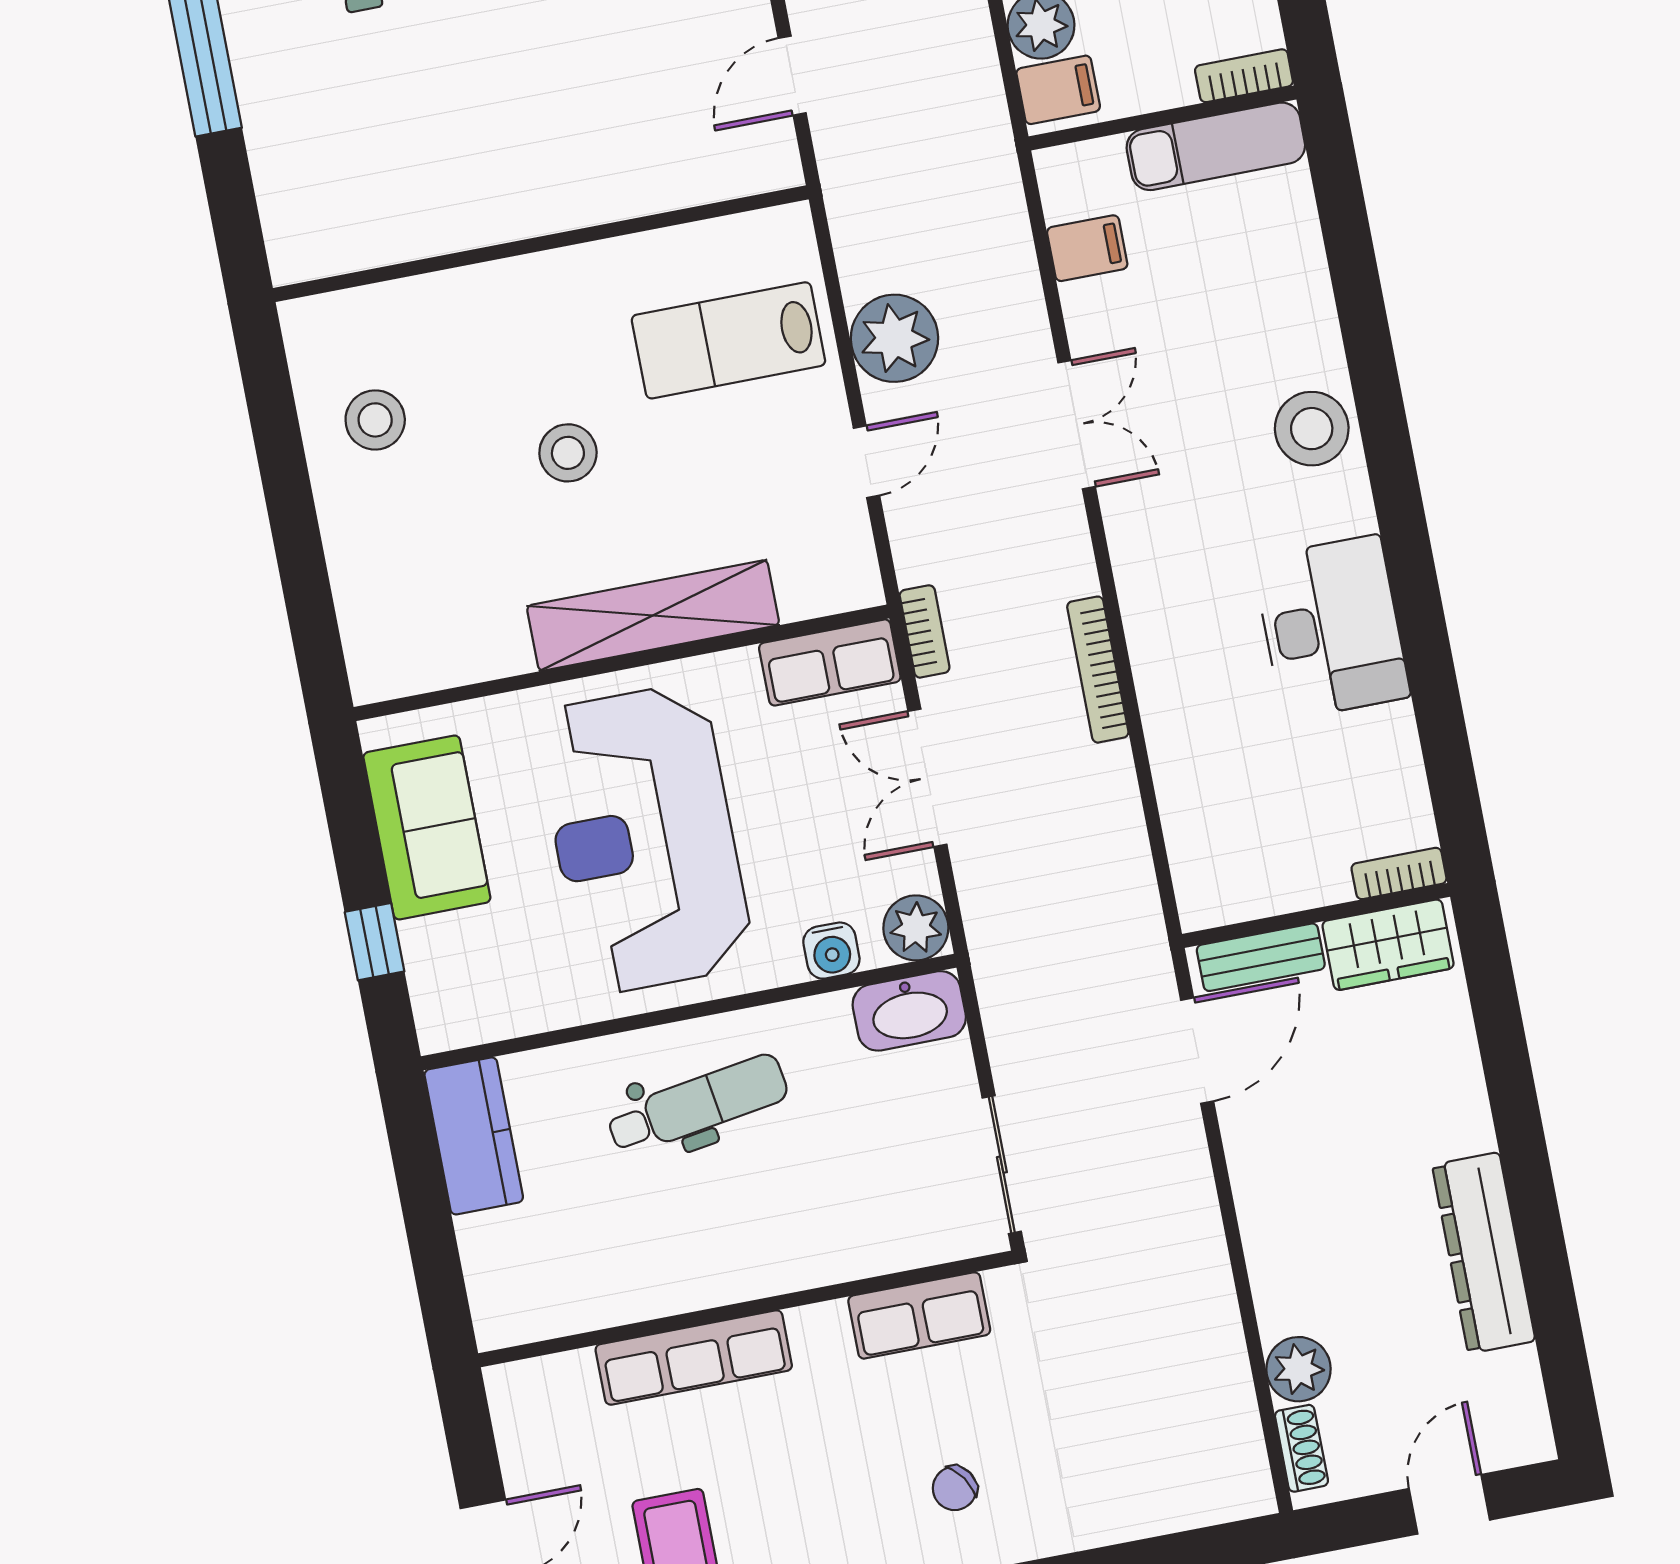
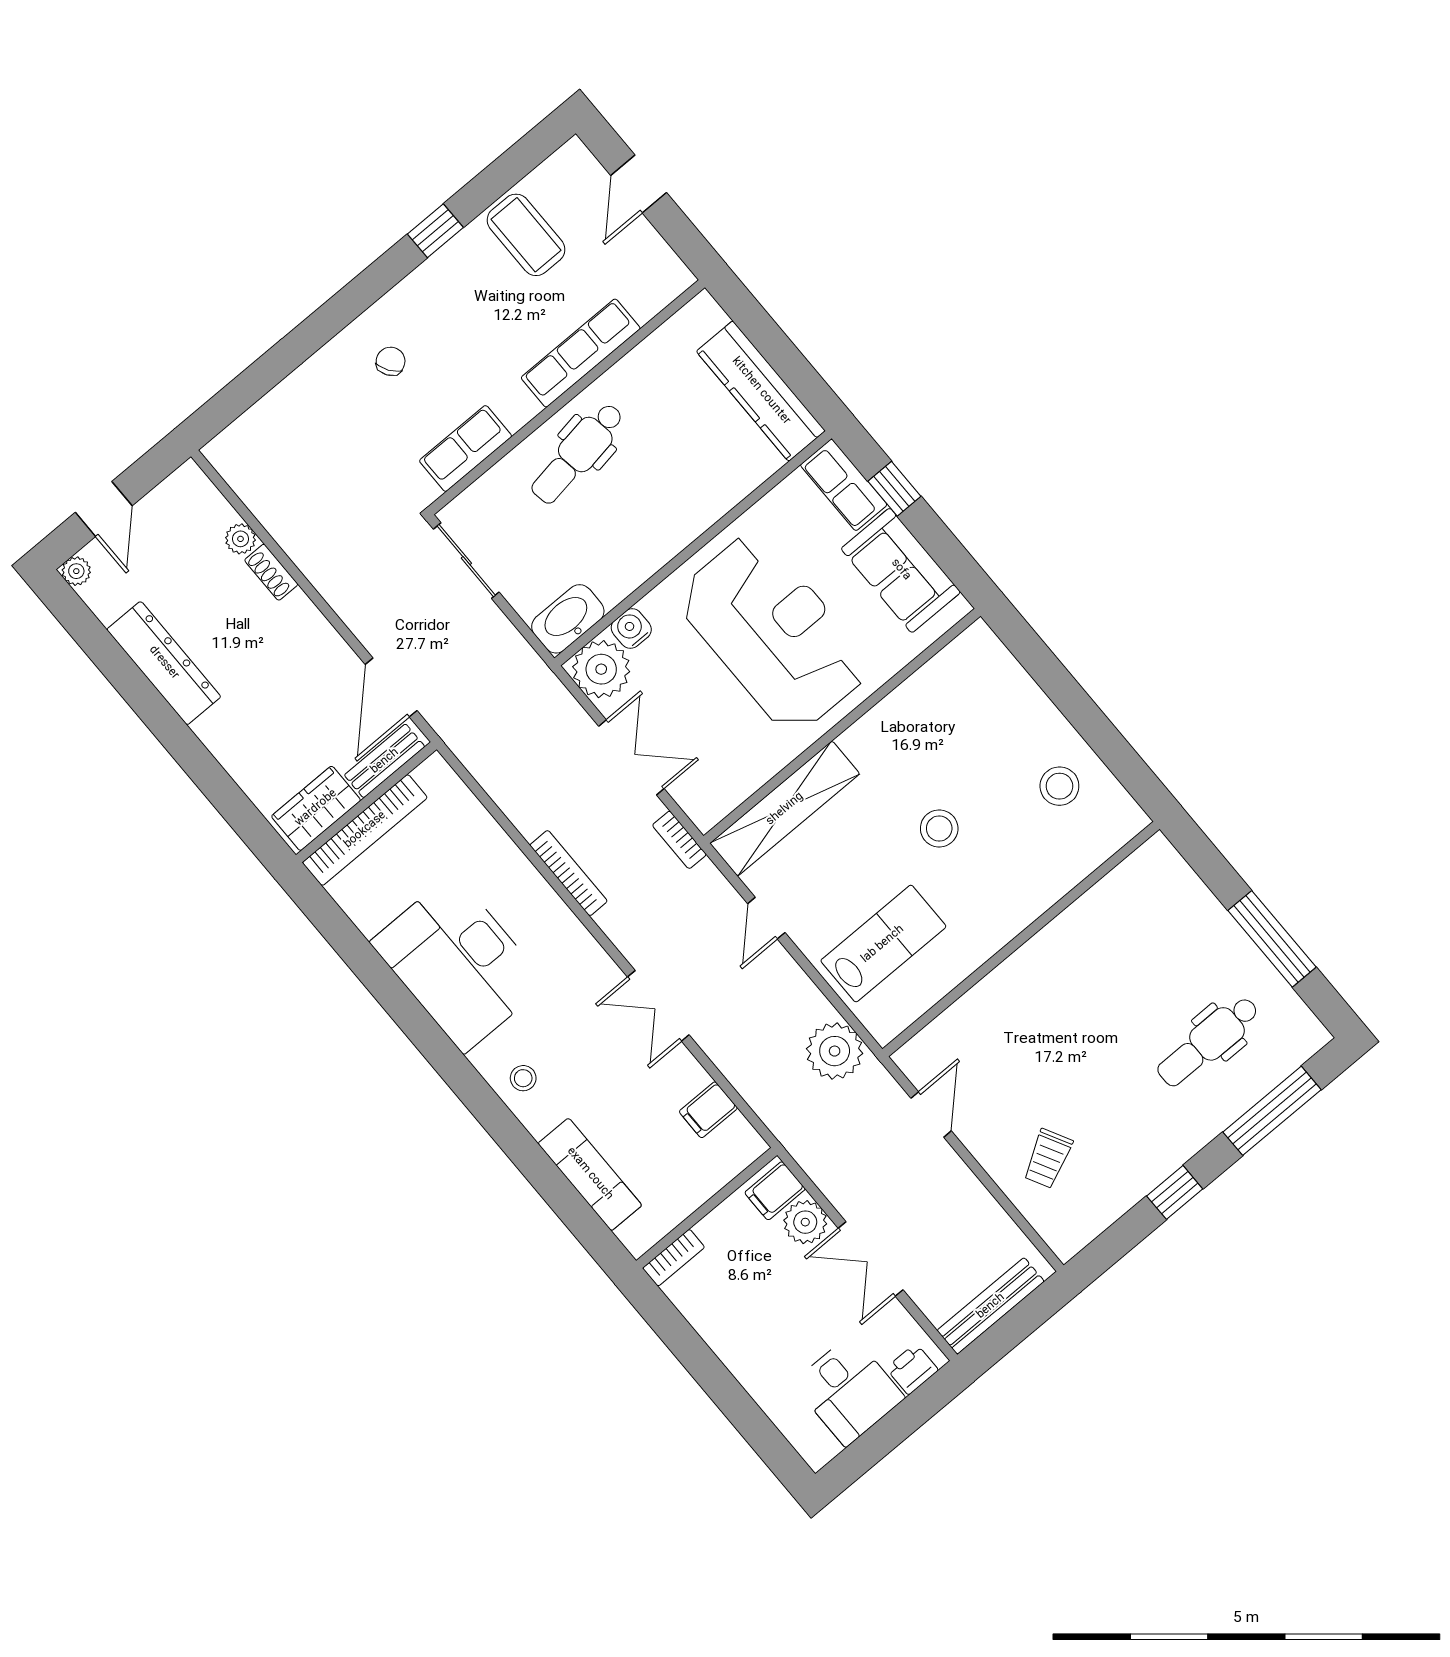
exam couch: (1216, 146) -> (590, 1174), moved, turned 90
plant: (894, 338) -> (835, 1051), moved
stool: (1312, 429) -> (523, 1078), width x0.53, depth x0.53
shelving: (653, 615) -> (785, 809), moved
desk: (1332, 627) -> (459, 963), width x1.36, depth x1.30
row of seats: (830, 662) -> (844, 485), moved, turned -90
bookcase: (1399, 874) -> (365, 830), width x2.31, depth x1.31
plant: (916, 928) -> (601, 669), width x1.36, depth x1.36
dental chair: (697, 1105) -> (578, 453), moved
kitchen counter: (474, 1136) -> (761, 391), width x1.50
plant: (1299, 1369) -> (240, 539), width x0.73, depth x0.73
plant: (1532, 1441) -> (76, 571), added
shoe rack: (1301, 1448) -> (271, 572), moved

